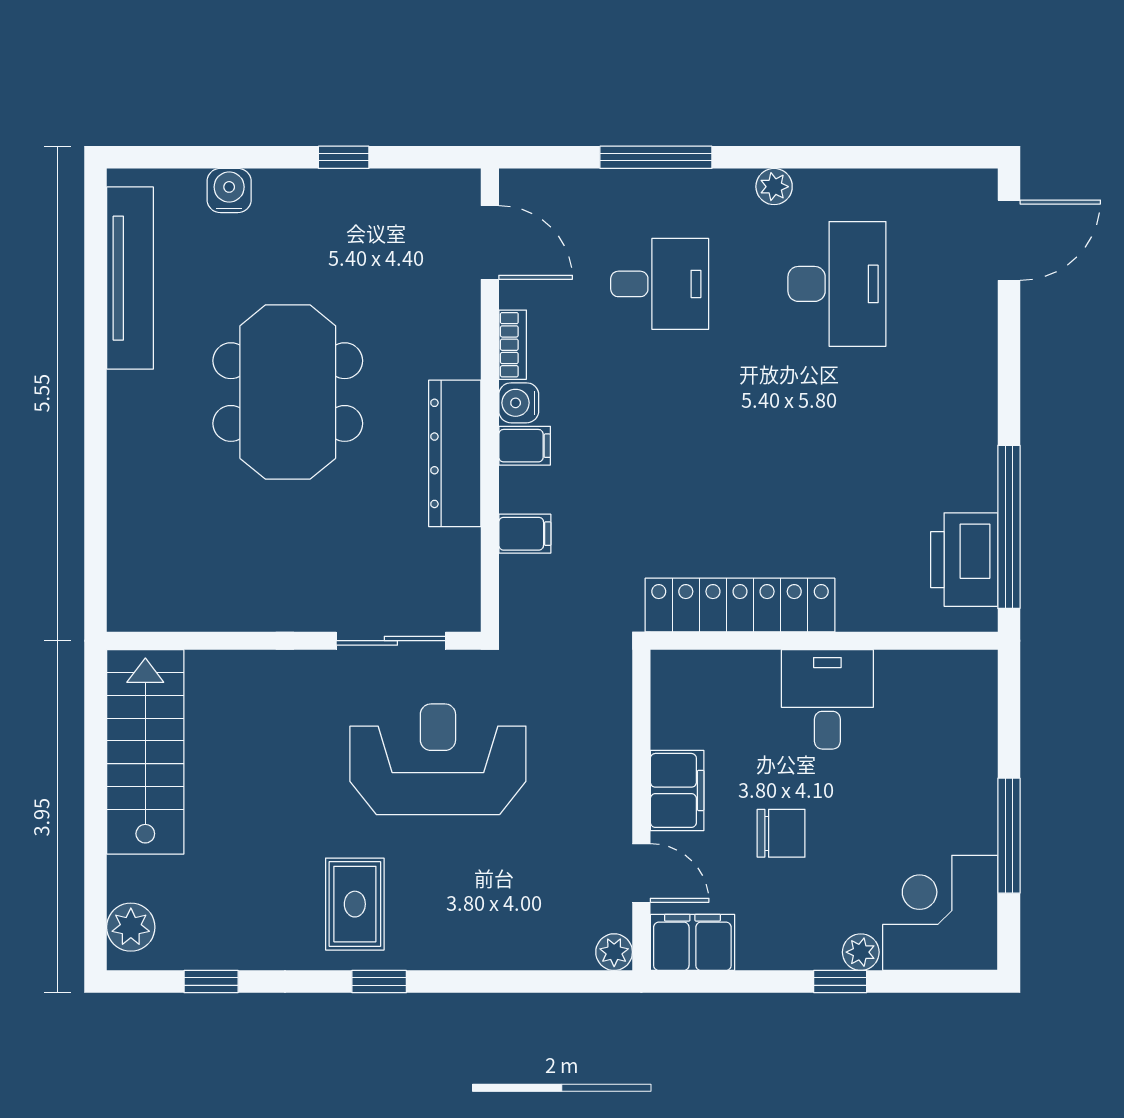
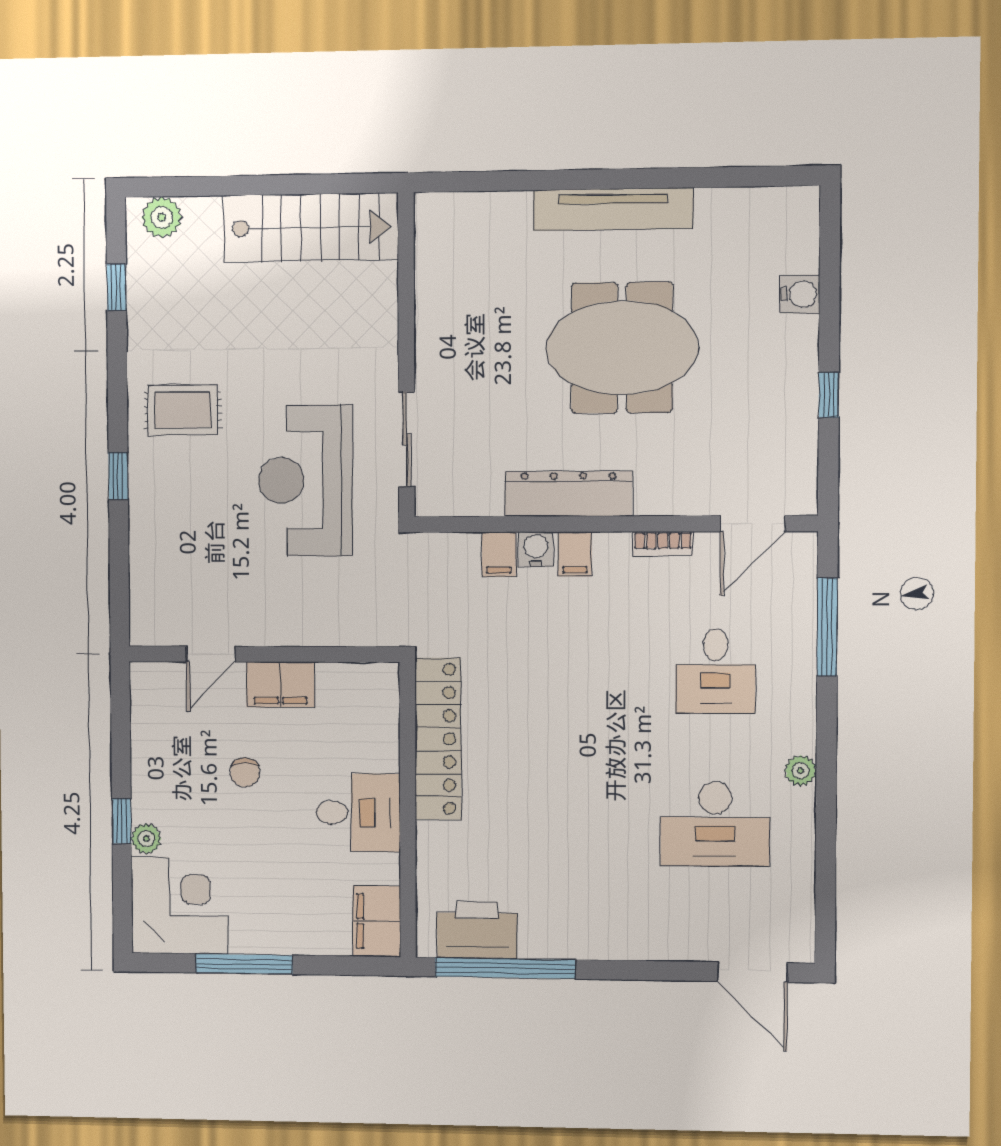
window: (656, 157) -> (827, 627), moved
tv unit: (130, 278) -> (613, 209), moved
water cooler: (519, 403) -> (536, 549), moved
reception desk: (438, 759) -> (306, 480), turned 180
chair: (781, 833) -> (245, 772), width x0.73, depth x0.73
filing cabinet: (692, 942) -> (377, 921), moved, turned 180
plant: (614, 952) -> (144, 631), removed
window: (379, 982) -> (118, 476), moved

